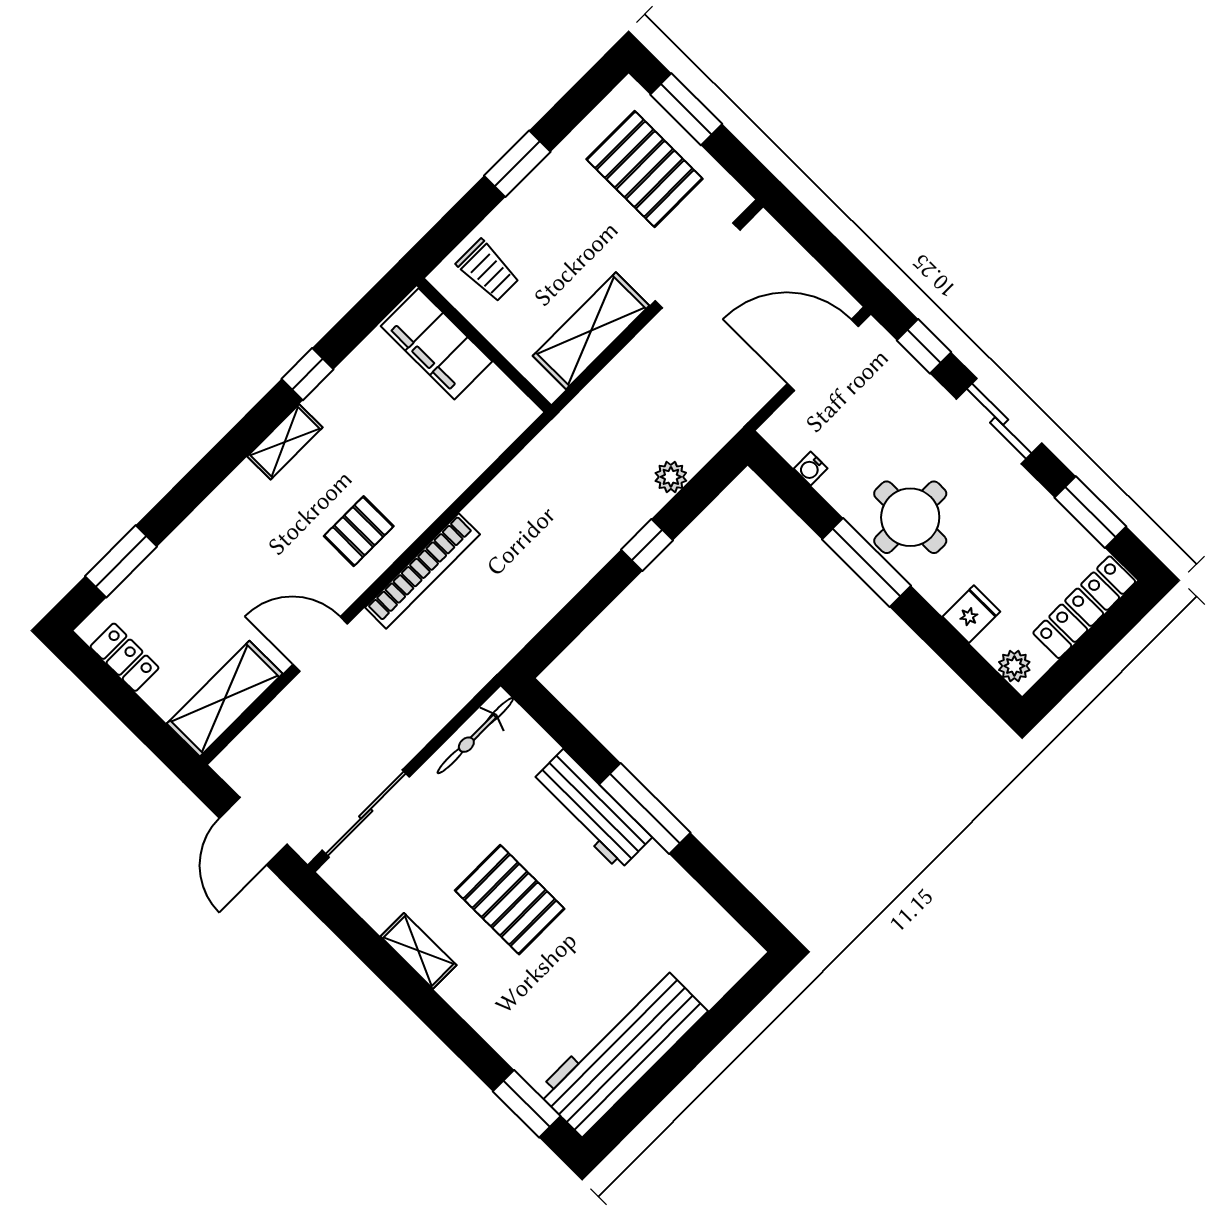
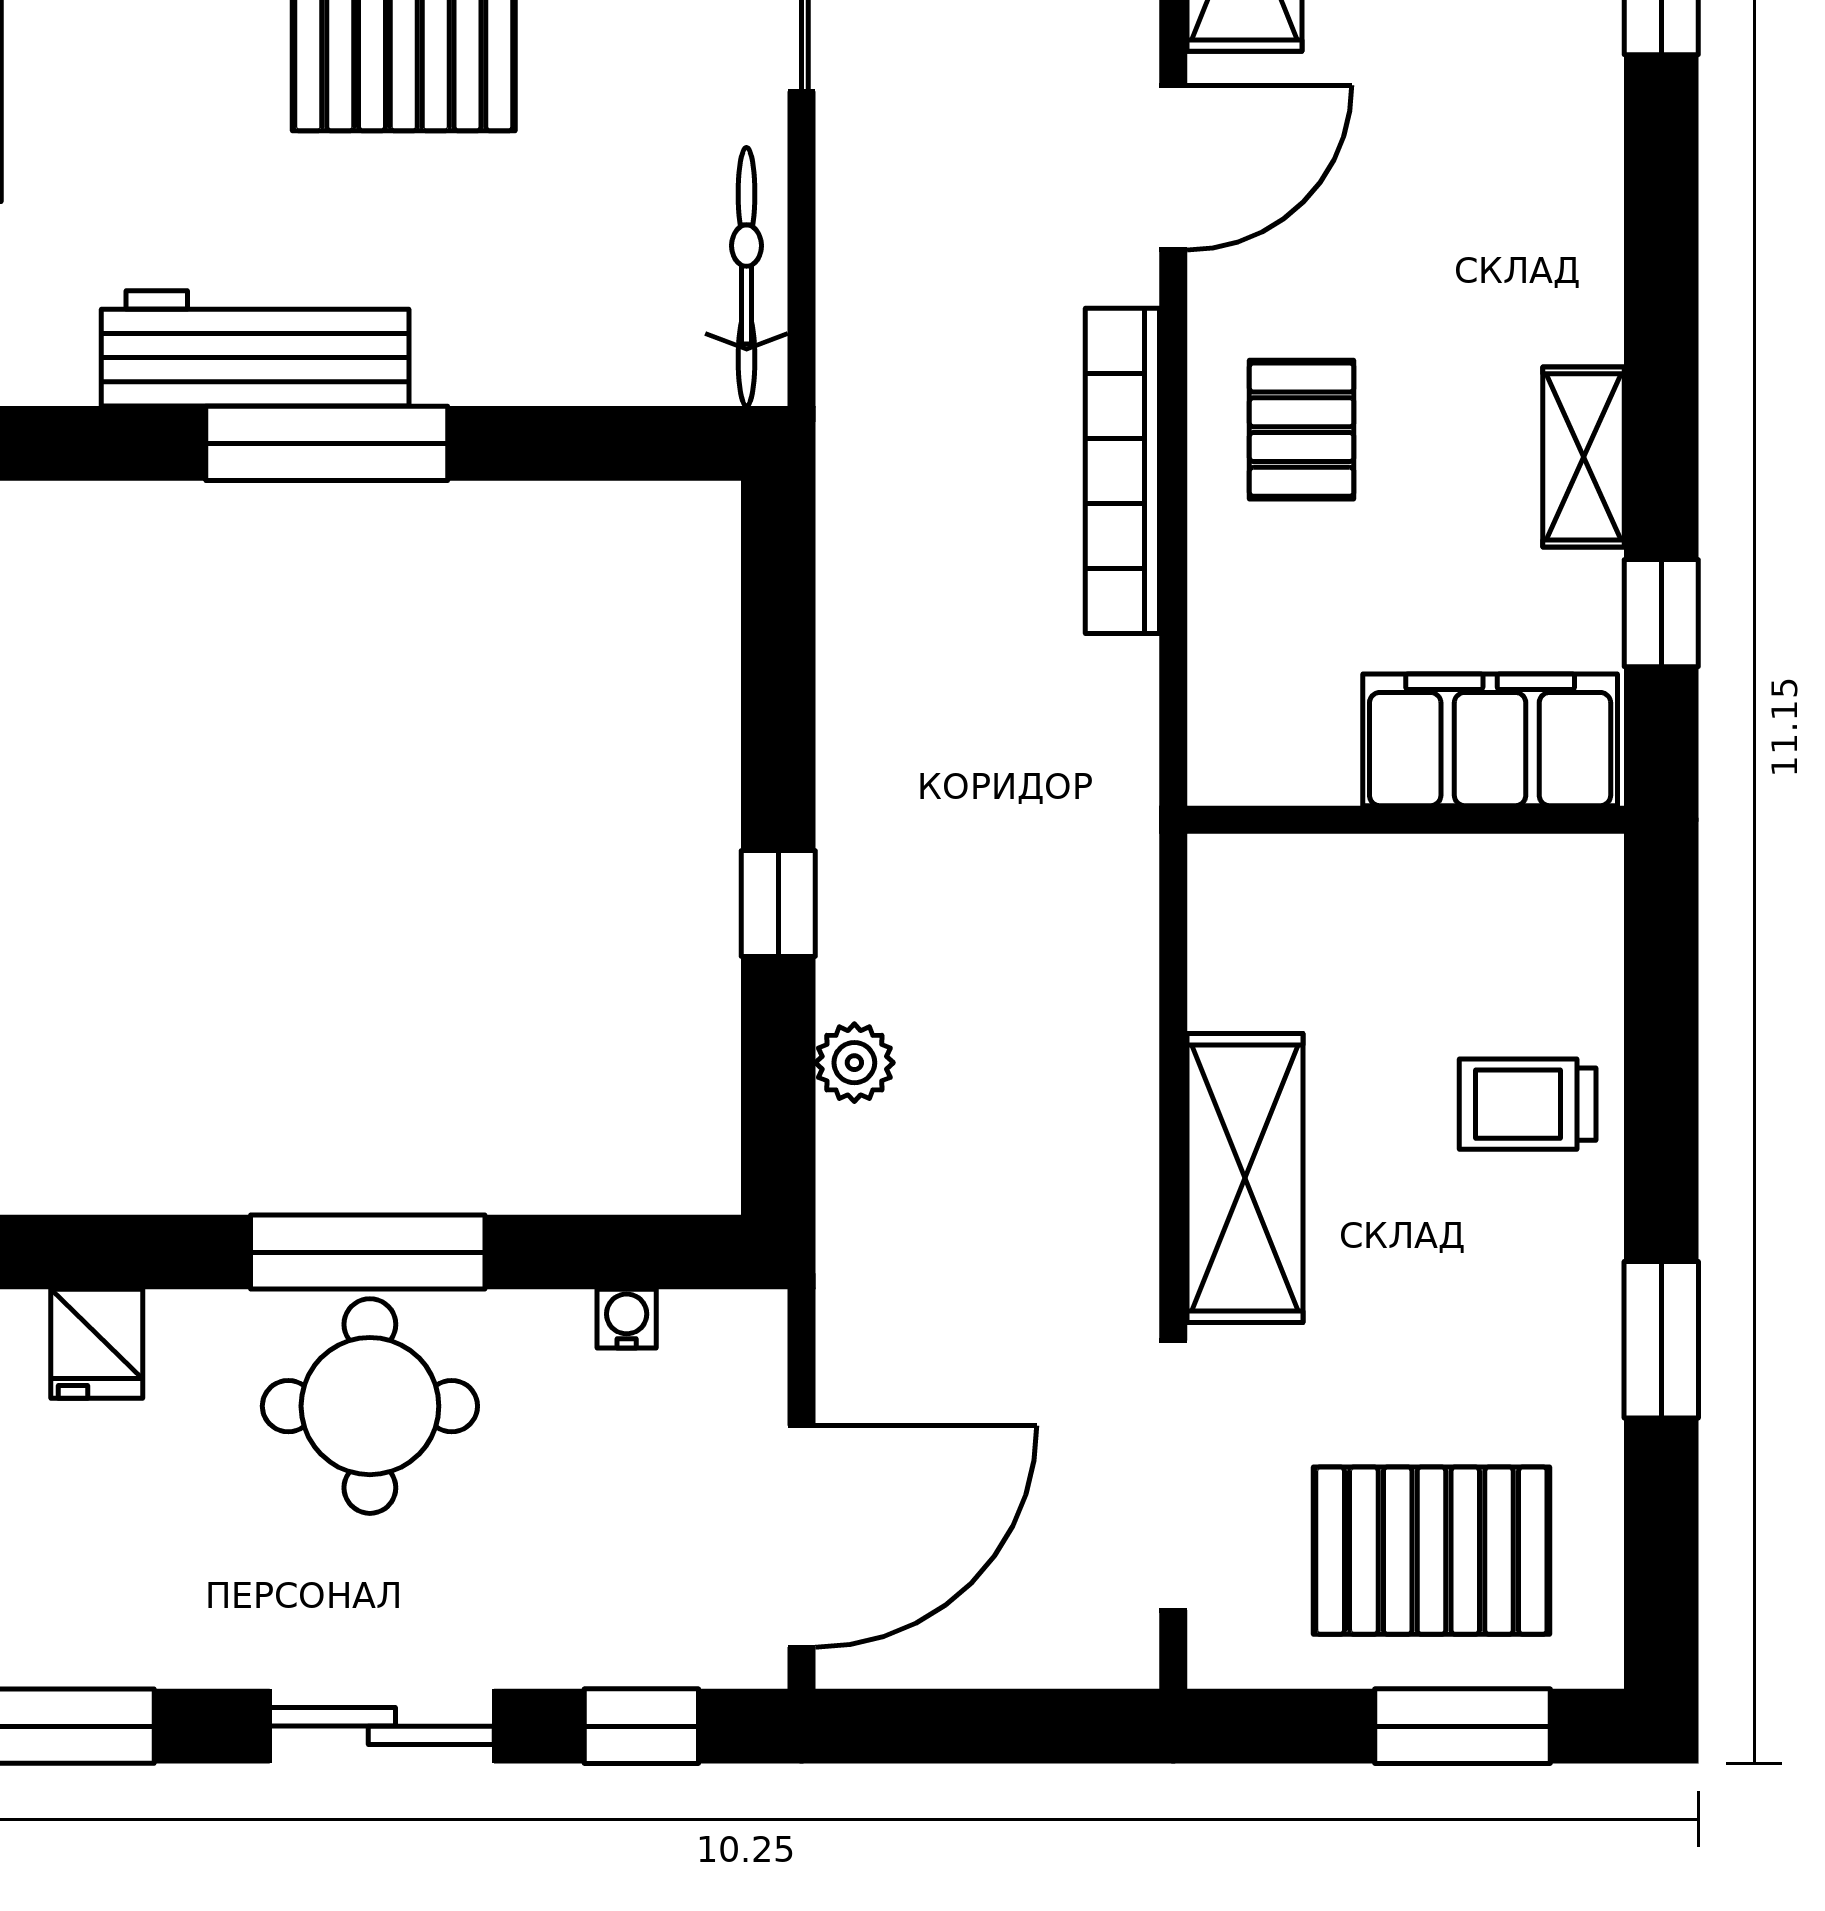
filing cabinet: (437, 344) -> (1490, 740), moved
wall: (484, 345) -> (1406, 820), moved
workbench: (591, 810) -> (255, 348), moved

